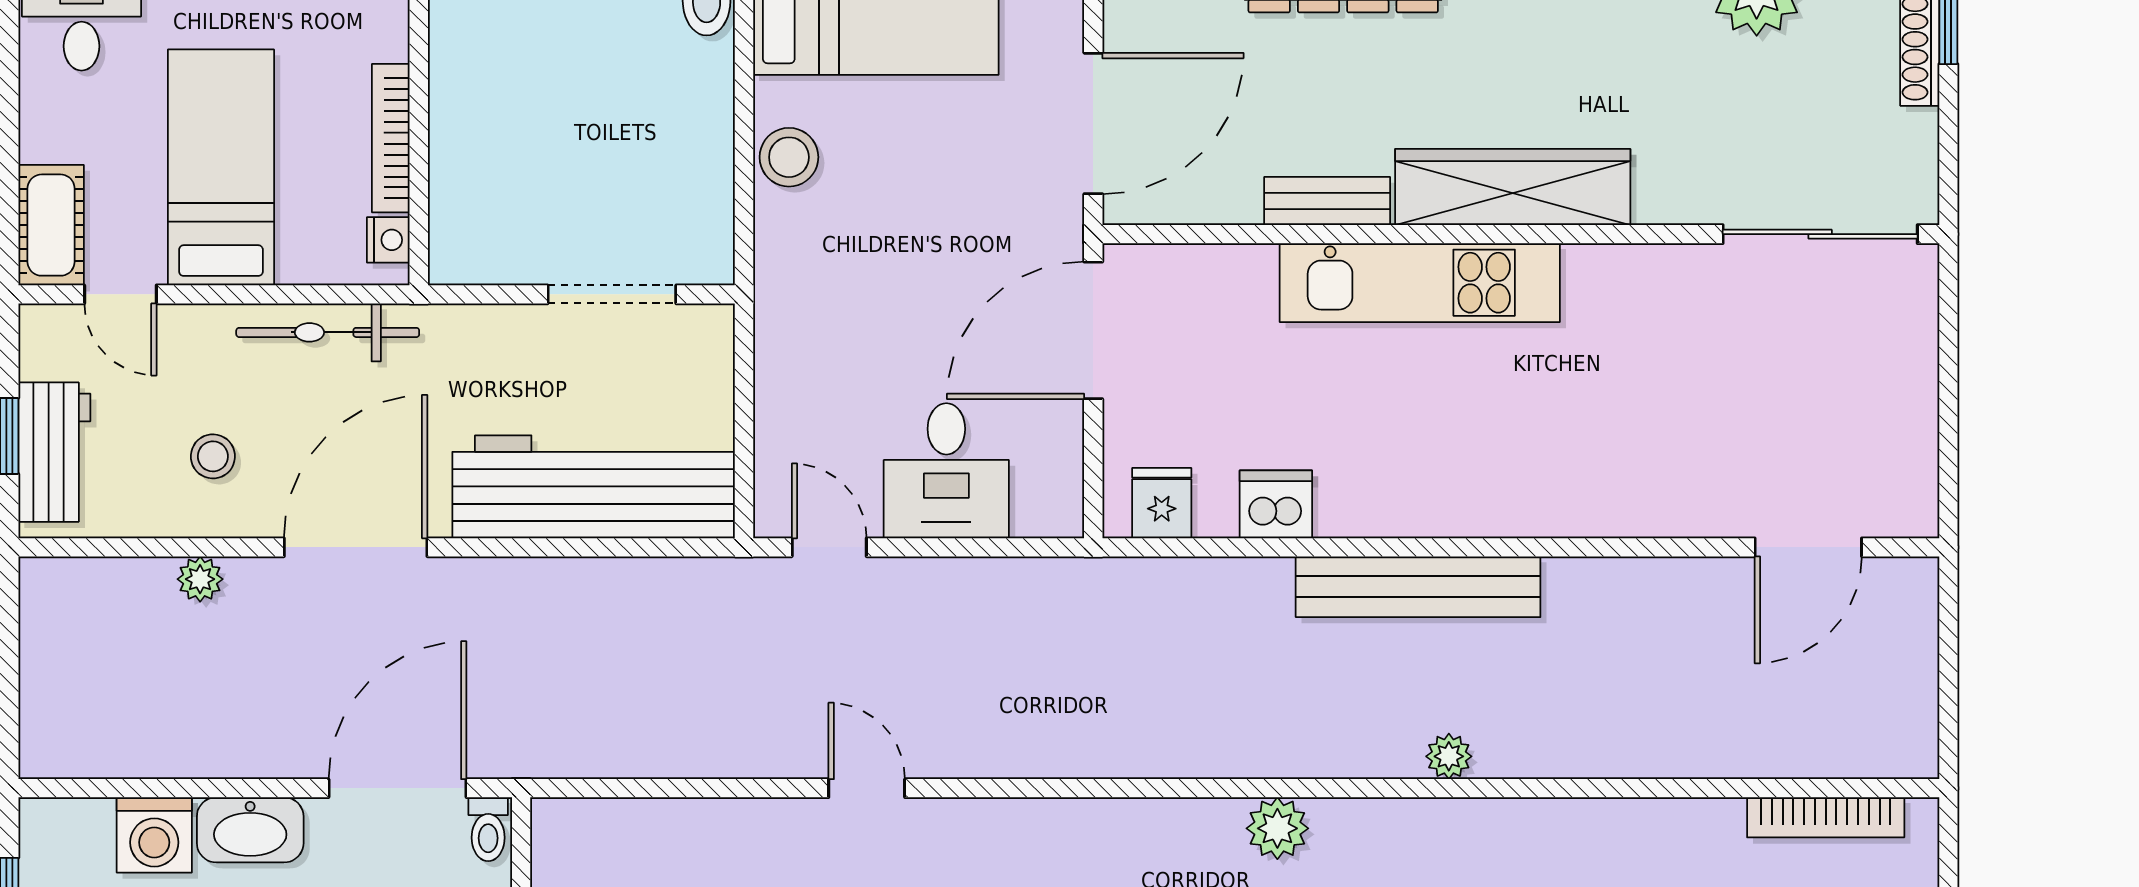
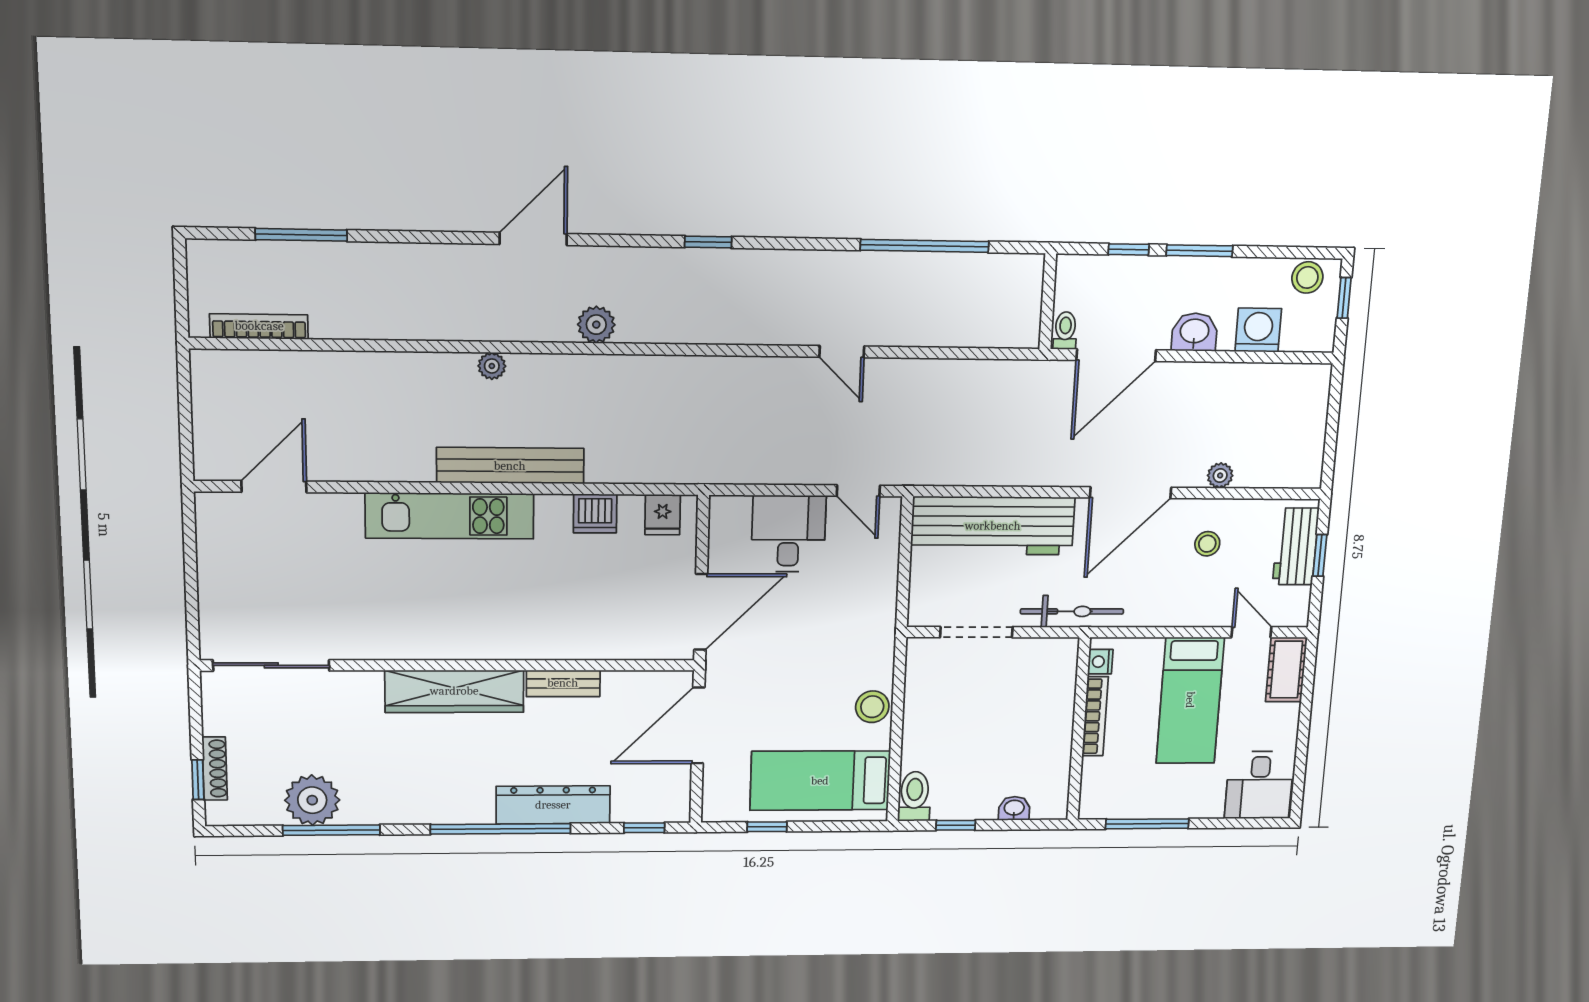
kitchen unit: (1420, 283) -> (450, 516), moved, turned 180
bicycle: (328, 332) -> (1072, 611), moved
washbasin: (250, 830) -> (1194, 332), width x0.72

